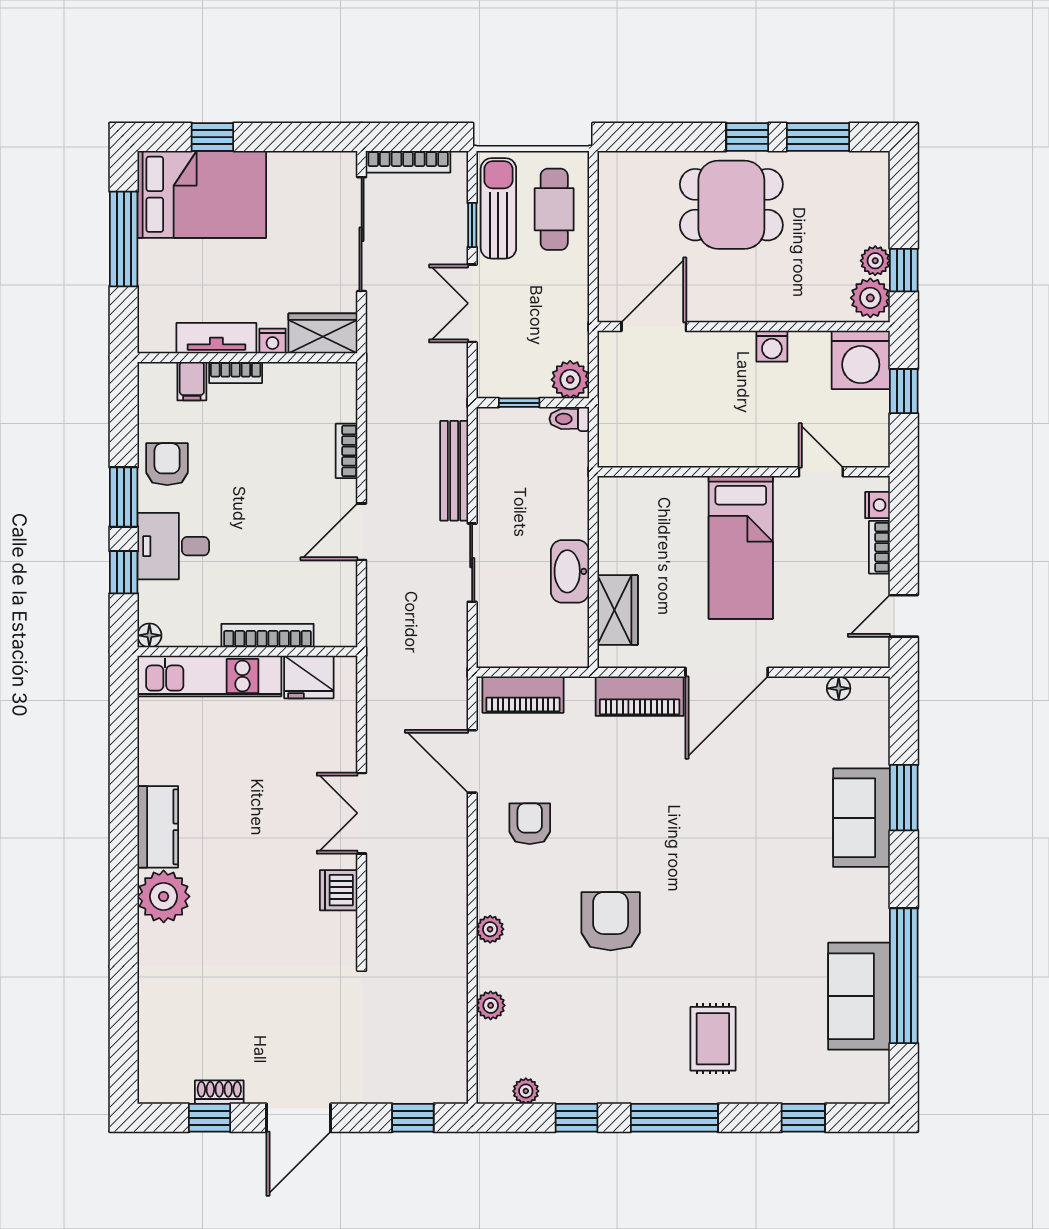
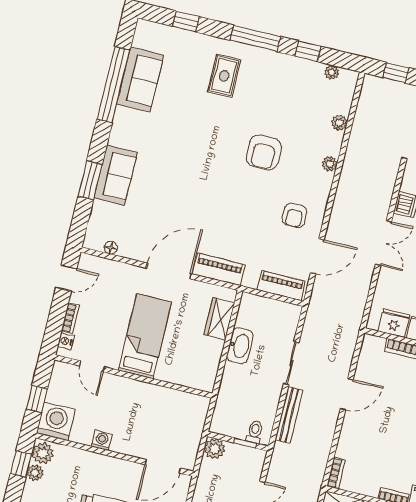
toilet: (569, 419) -> (255, 432), moved, turned -90
bookcase: (347, 451) -> (336, 473), moved
door: (472, 761) -> (317, 256), hinge flipped

